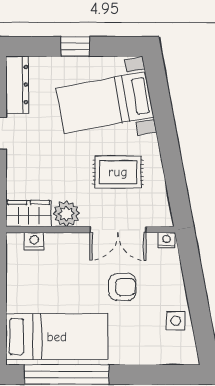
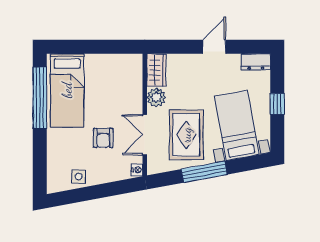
dresser: (17, 85) -> (256, 62), width x0.70
window: (169, 147) -> (204, 172), added
rug: (118, 172) -> (186, 135), width x1.36, depth x1.43
nightstand: (34, 241) -> (136, 74), removed

